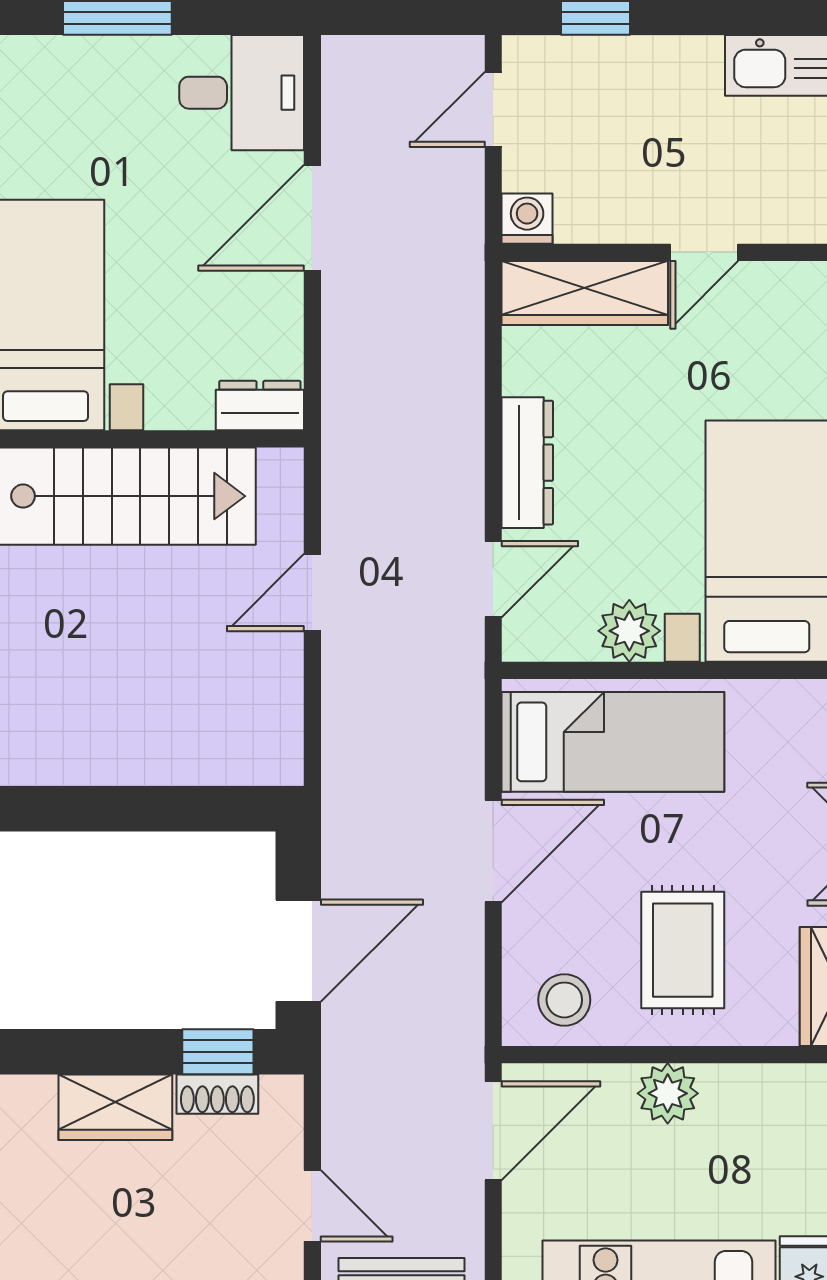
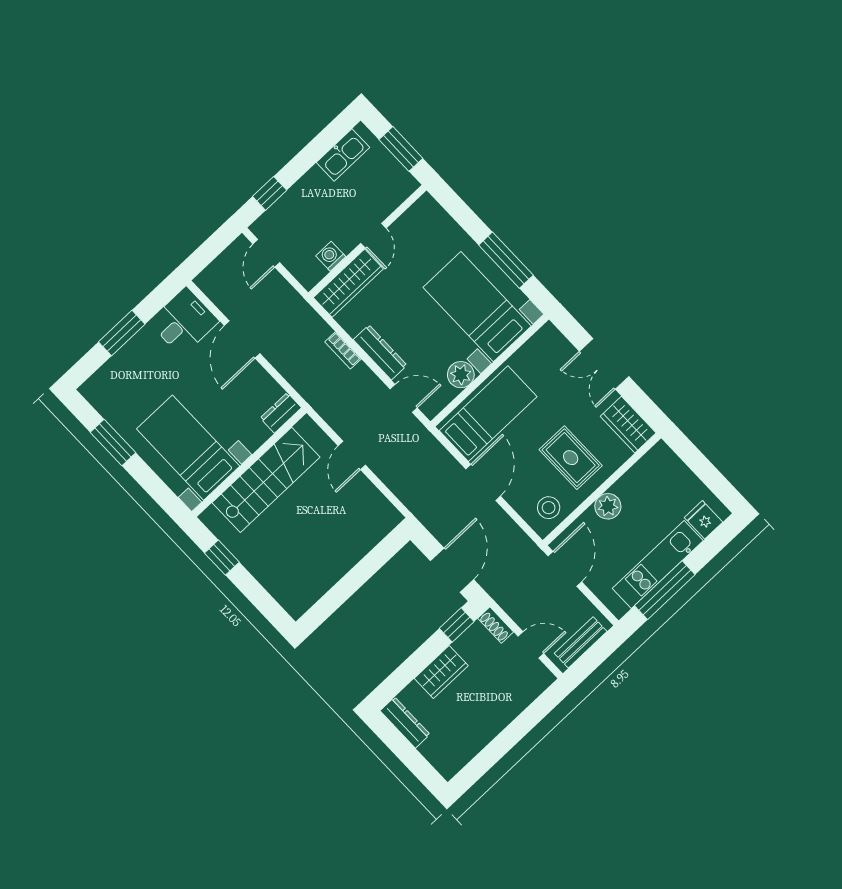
washing machine: (527, 219) -> (331, 256), moved
bookcase: (467, 399) -> (343, 350), added
door: (493, 579) -> (404, 398), hinge flipped
shoe rack: (217, 1094) -> (496, 625), moved, turned 90

